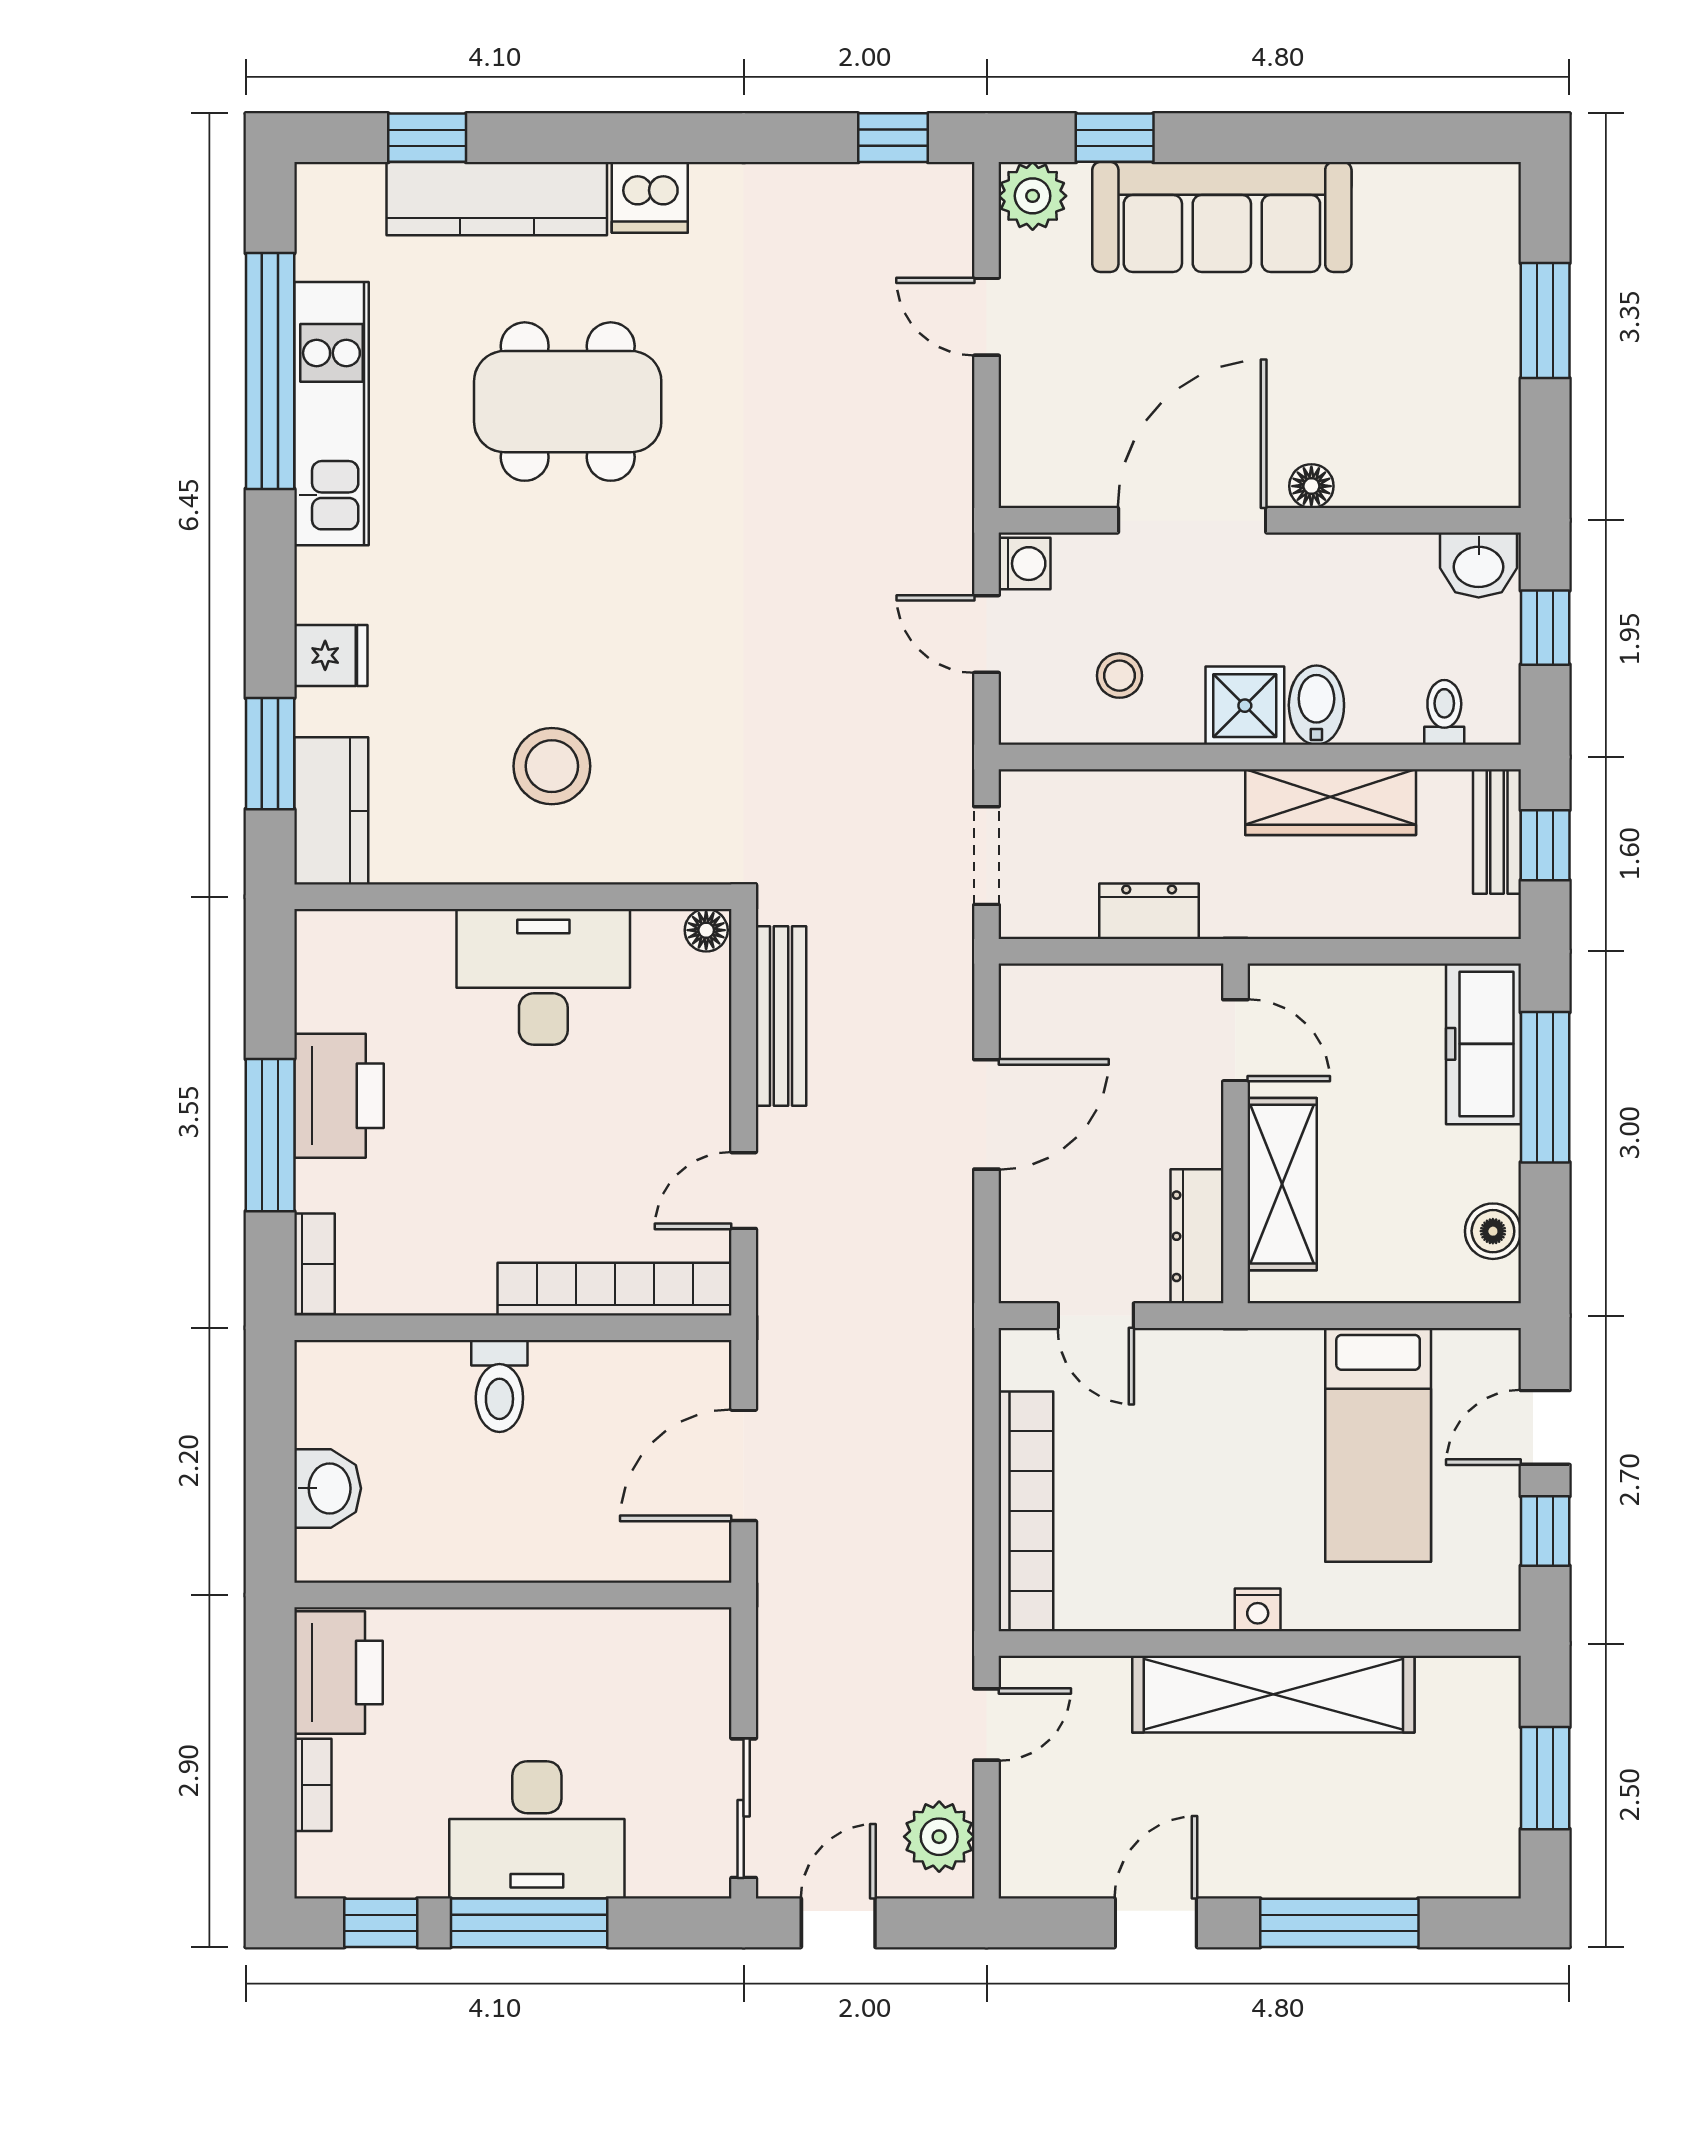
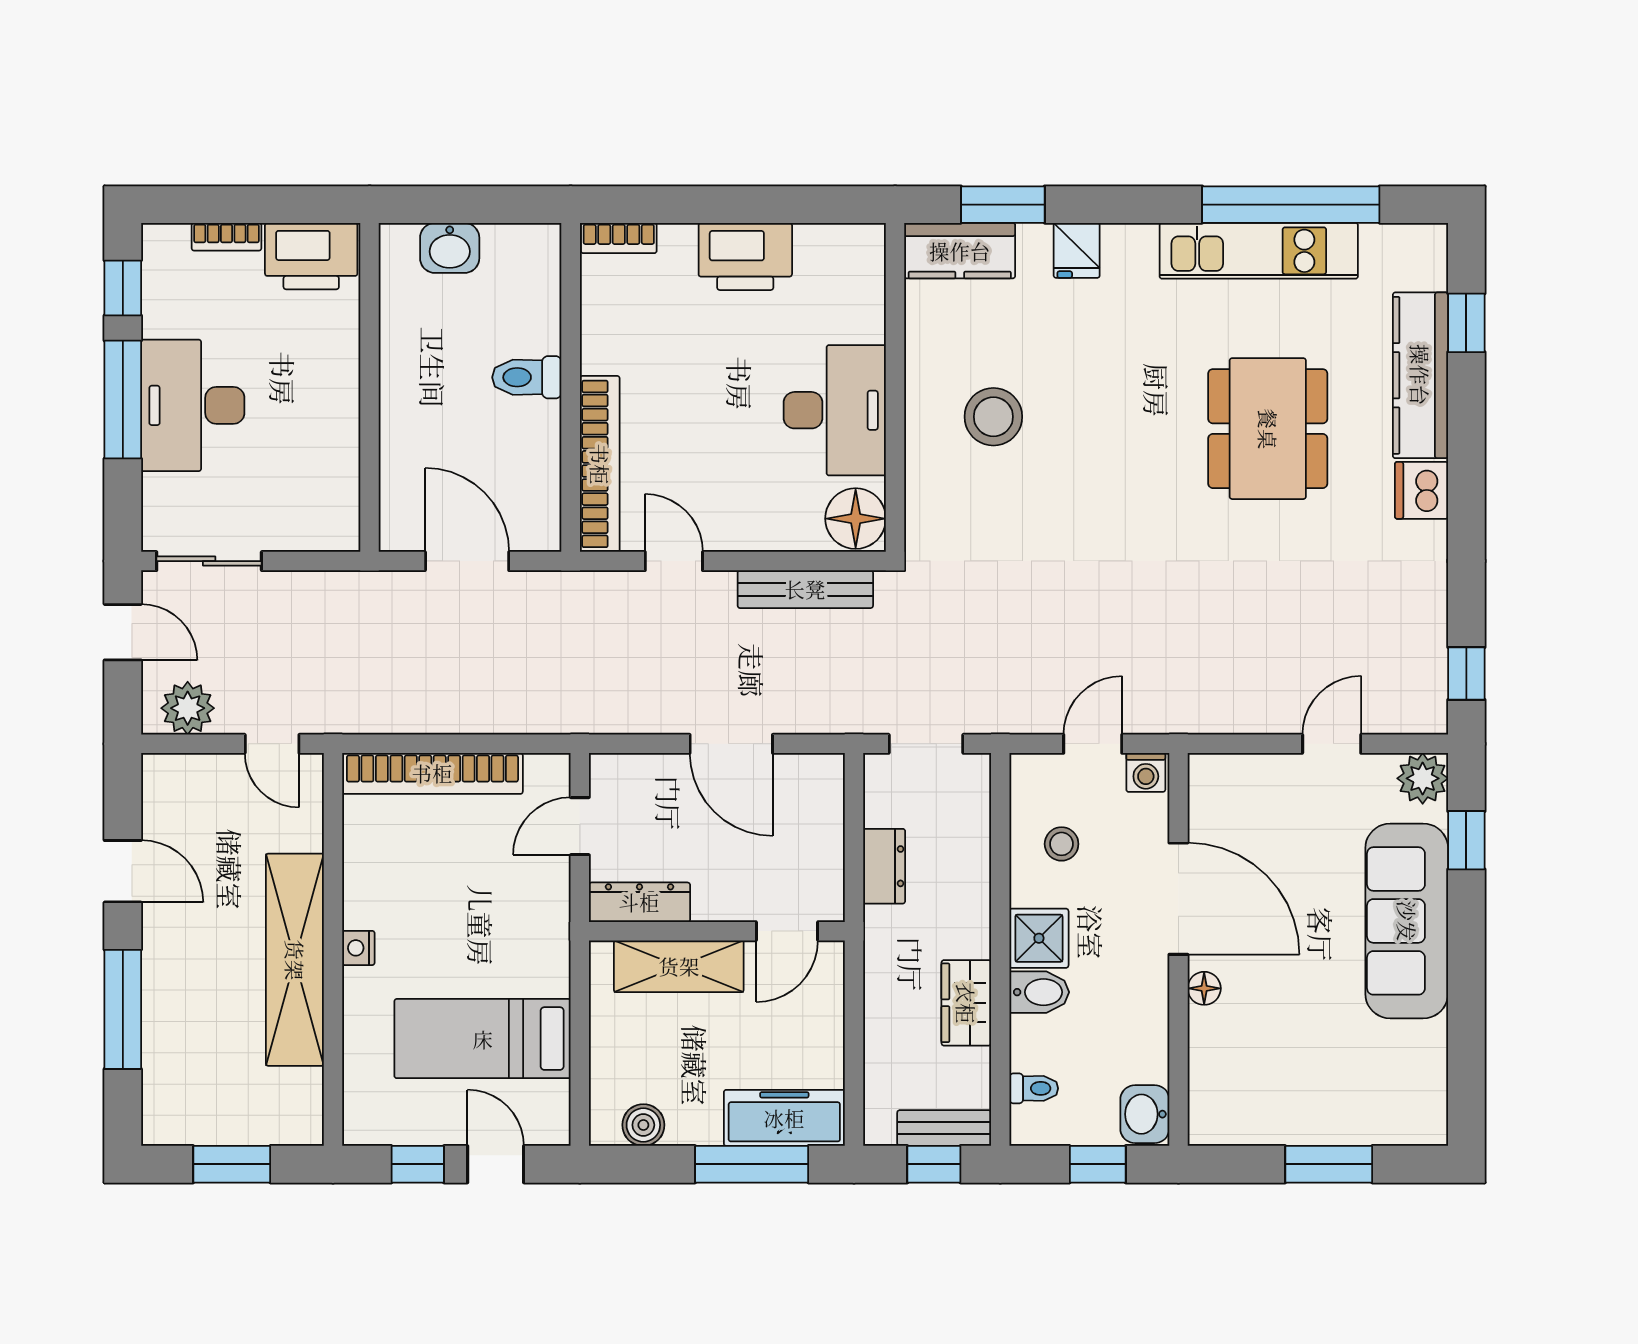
wardrobe: (1331, 802) -> (966, 1003), width x0.67
floor lamp: (706, 930) -> (856, 519), width x1.89, depth x1.89
window: (270, 1135) -> (716, 205), removed

